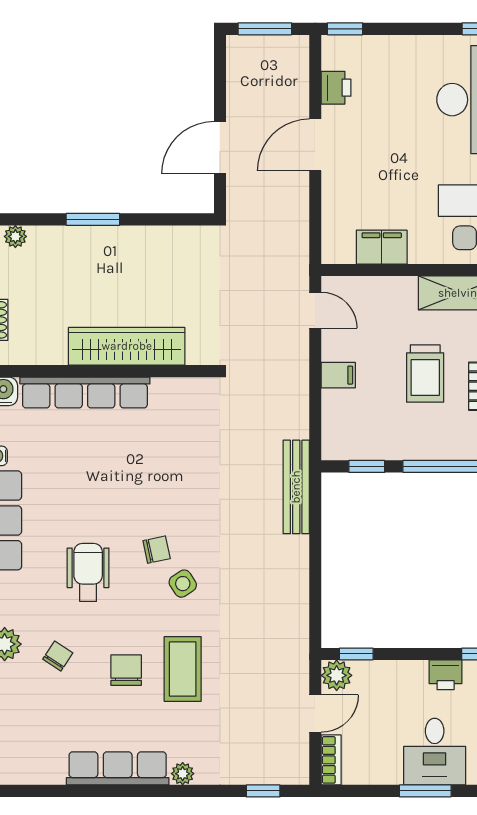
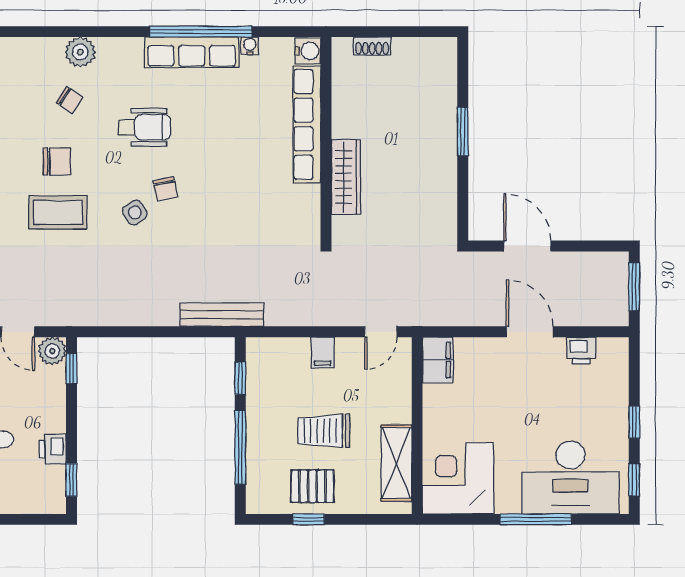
window: (345, 29) -> (634, 422), moved
plant: (15, 236) -> (447, 62), removed
filing cabinet: (382, 247) -> (438, 360), moved
wardrobe: (127, 346) -> (346, 177), width x0.71, depth x0.85

